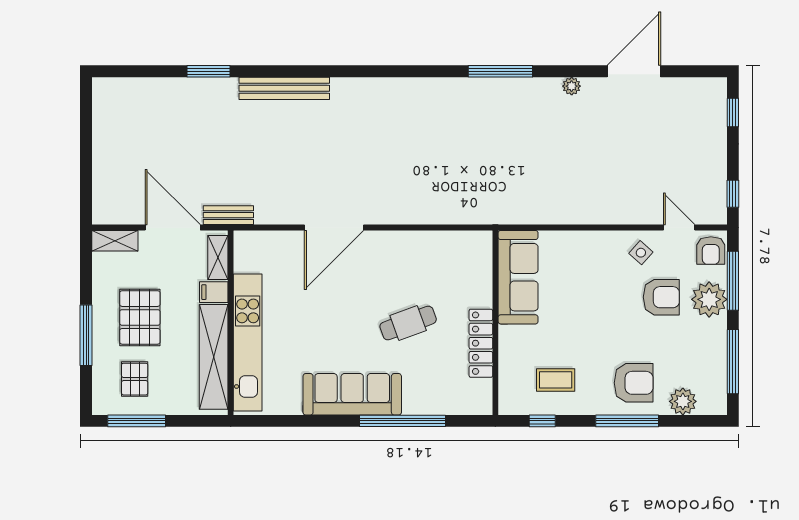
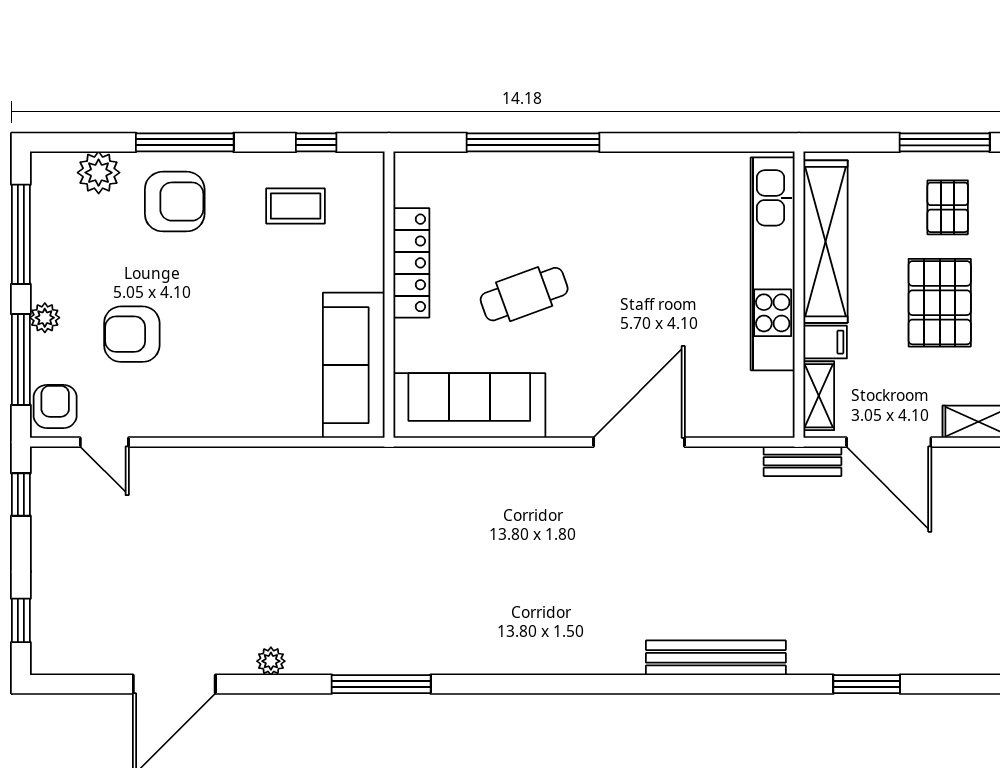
window: (209, 71) -> (867, 684), moved
side table: (641, 253) -> (163, 403), removed
plant: (709, 299) -> (45, 318), width x0.53, depth x0.53
armchair: (634, 383) -> (175, 202), turned 180
sofa: (352, 394) -> (469, 405), moved, turned 180

